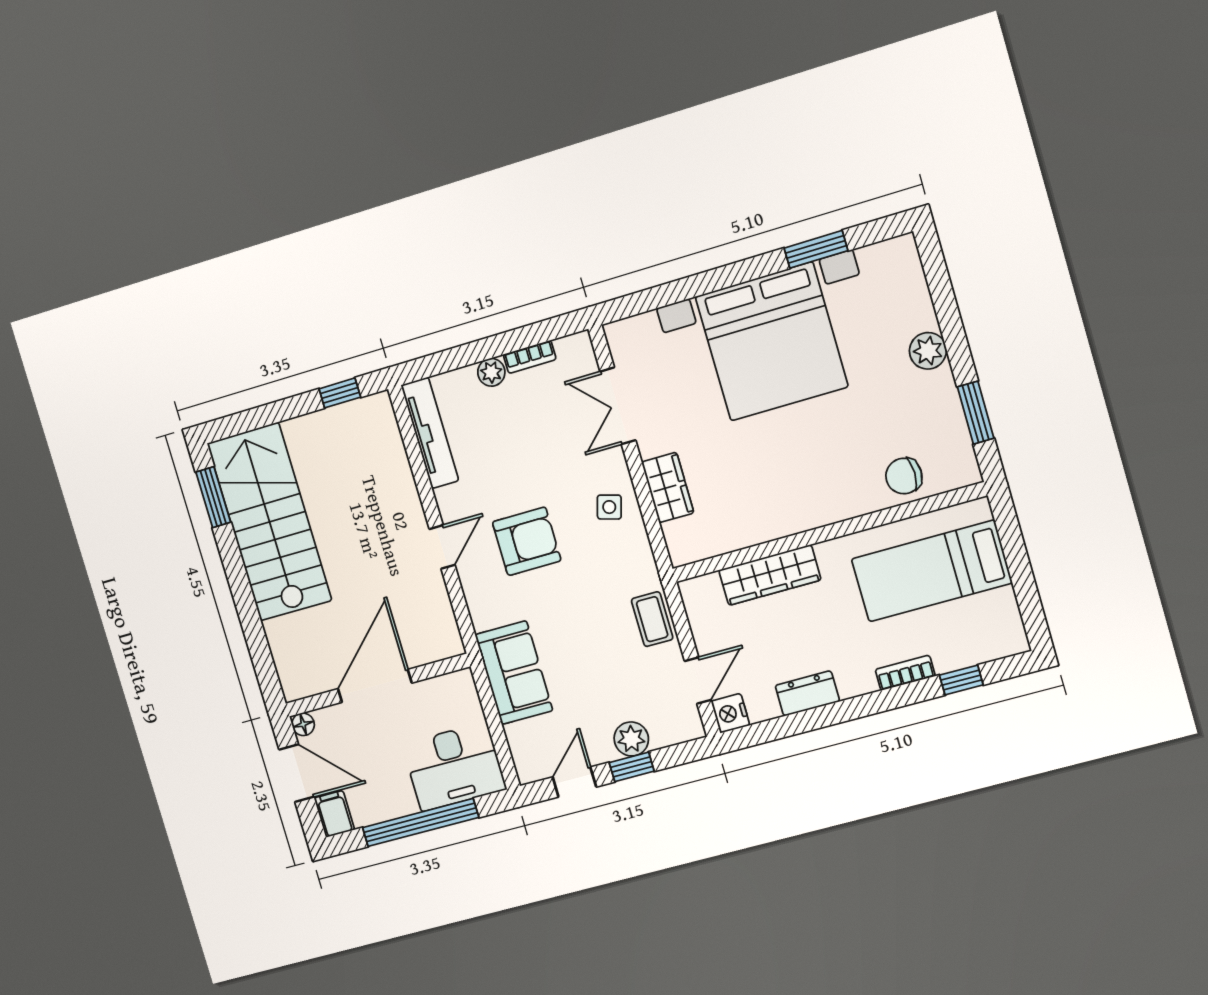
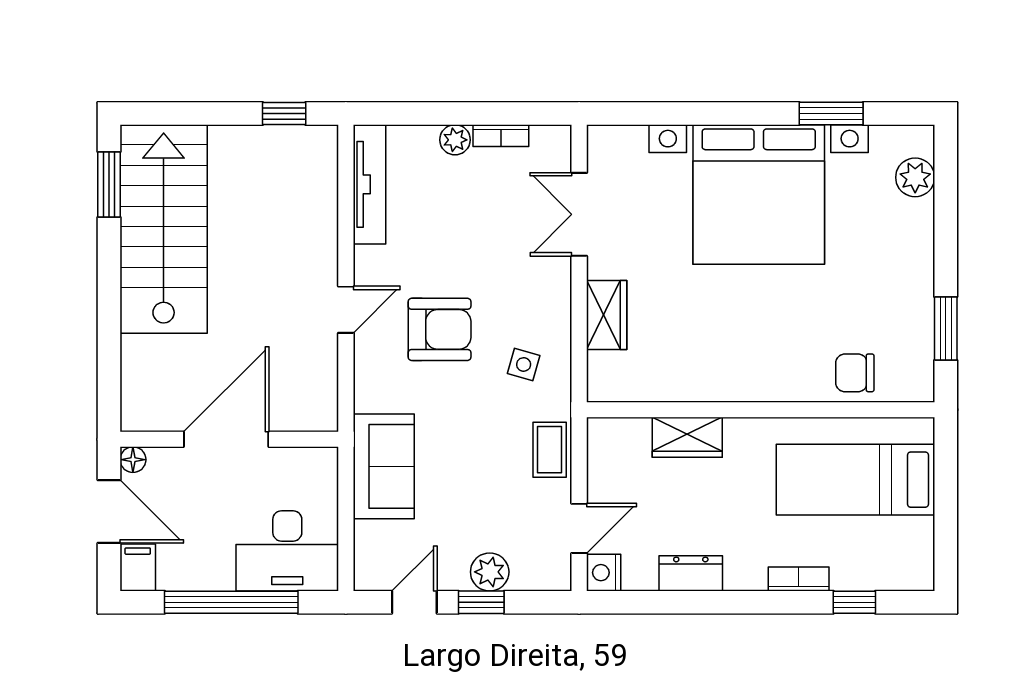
plant: (928, 351) -> (915, 177), moved
side table: (609, 507) -> (524, 364), moved
wardrobe: (770, 575) -> (687, 437), width x0.67

